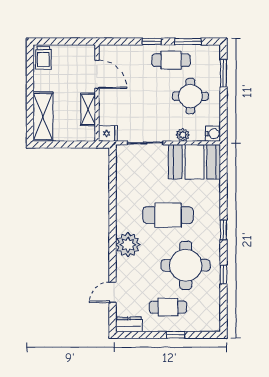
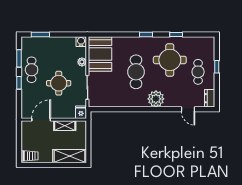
round table: (190, 96) -> (59, 83), moved

